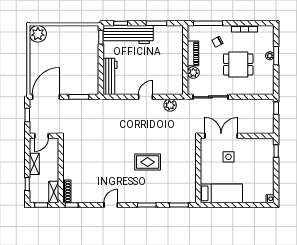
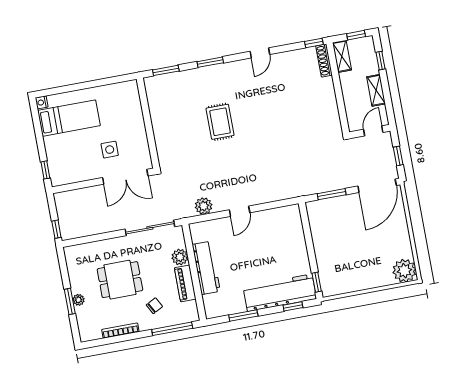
workbench: (110, 76) -> (206, 268), moved, turned 180
rug: (148, 162) -> (220, 122), turned 90
bed: (221, 193) -> (69, 118), moved, turned 180

